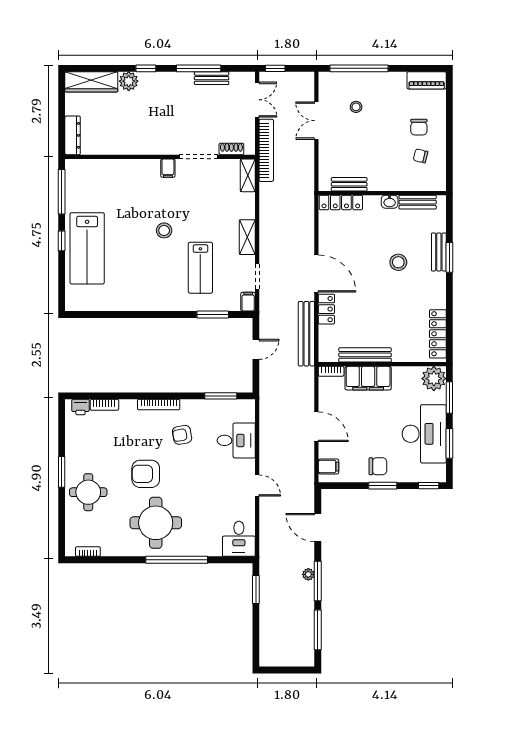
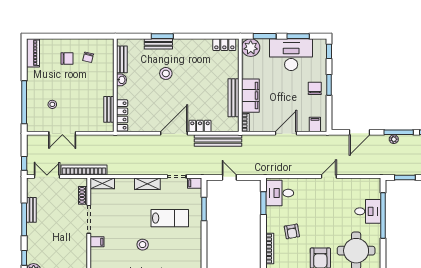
locker: (438, 334) -> (224, 45), width x0.66
desk: (236, 440) -> (280, 193), moved, turned -90
desk: (239, 539) -> (368, 211), moved
window: (177, 560) -> (383, 215), moved

